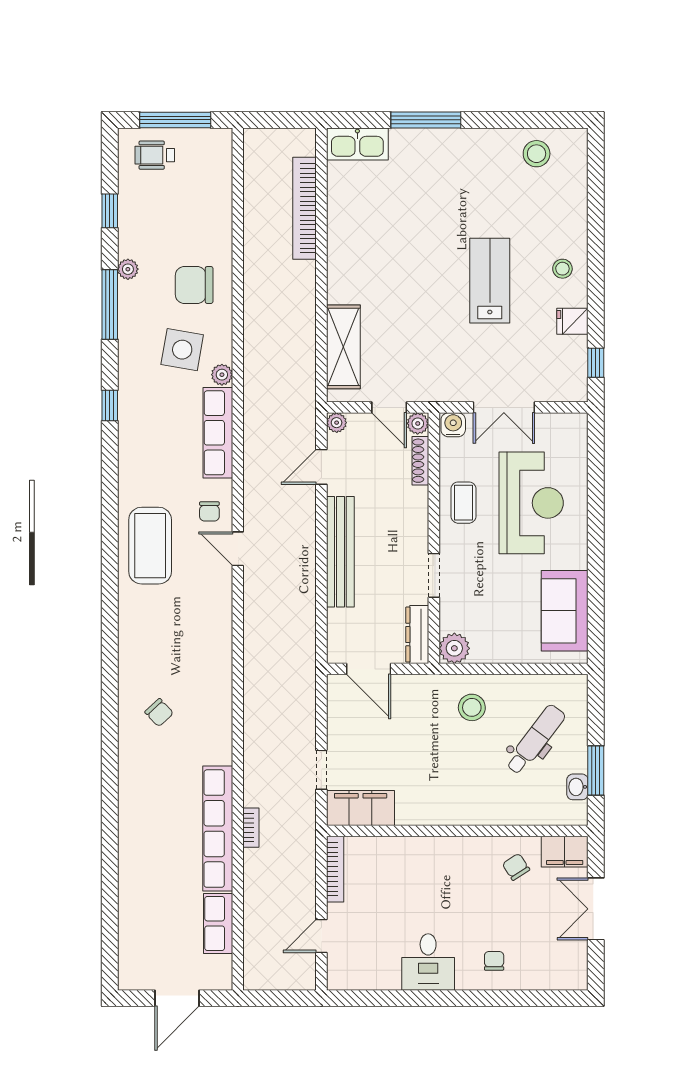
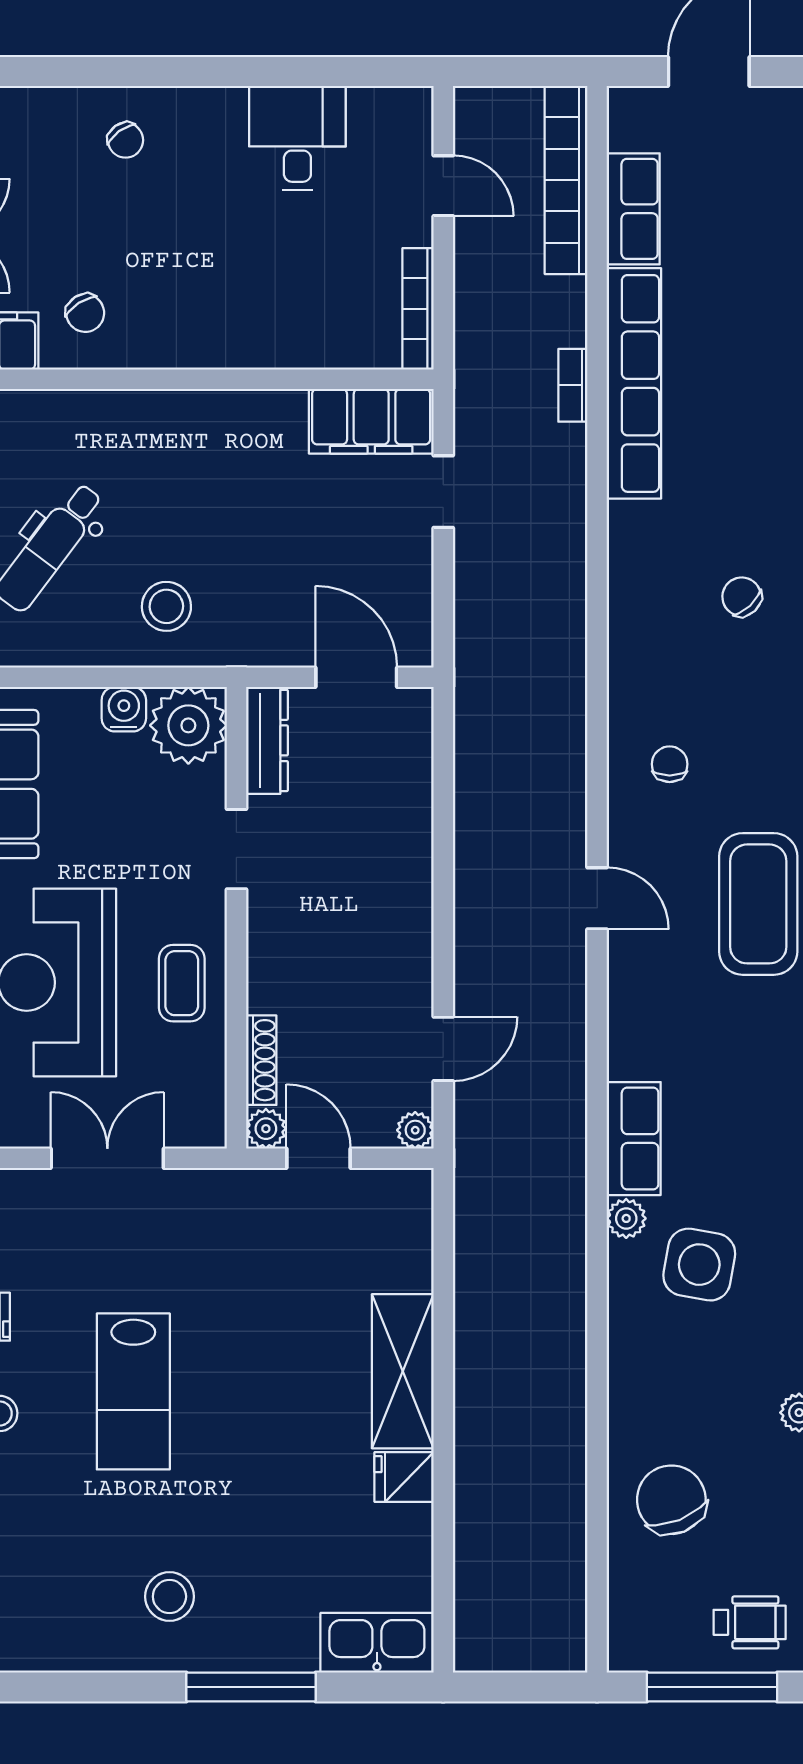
stool: (537, 154) -> (169, 1597), moved
bookcase: (305, 208) -> (566, 180), moved, turned 180
fridge: (343, 234) -> (404, 1477), added
chair: (194, 285) -> (671, 1500), moved, turned -112
shelving: (343, 347) -> (403, 1371), moved
water cooler: (453, 425) -> (124, 709), moved, turned 180
row of seats: (218, 433) -> (634, 1139), width x0.68
chair: (209, 511) -> (670, 764), moved
bench: (340, 552) -> (408, 893), removed
plant: (454, 648) -> (188, 725), width x1.36, depth x1.36
door: (321, 936) -> (443, 186), hinge flipped
chair: (494, 961) -> (126, 140), turned -36
desk: (428, 962) -> (297, 138), moved

